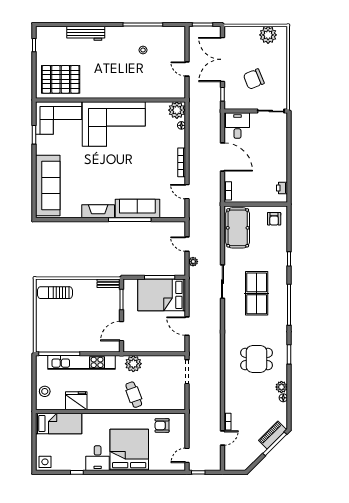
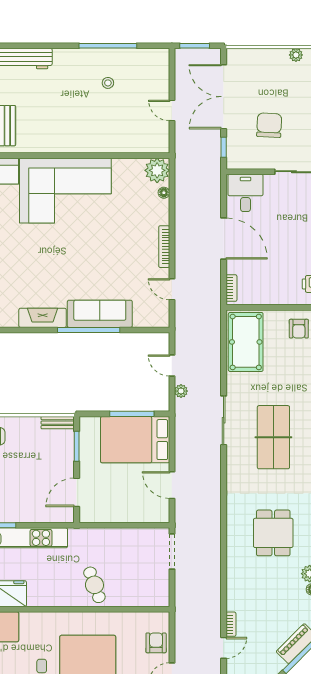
plant: (268, 35) -> (296, 55), width x0.53, depth x0.53
chair: (254, 79) -> (269, 125), turned 115
dining table: (257, 359) -> (273, 533), turned 90
plant: (133, 364) -> (94, 540), removed
armchair: (162, 425) -> (156, 643), moved, turned 90

